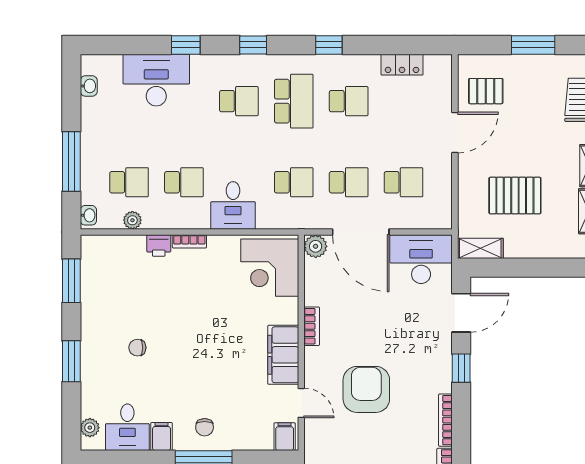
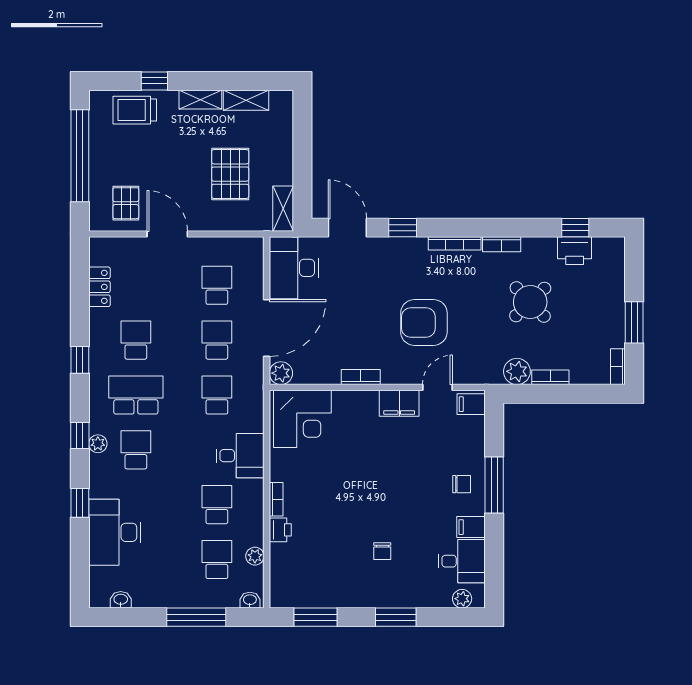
window: (533, 45) -> (80, 156), width x2.11
plant: (245, 63) -> (98, 444), added
filing cabinet: (283, 355) -> (399, 403), width x0.67, depth x0.86

